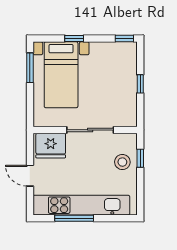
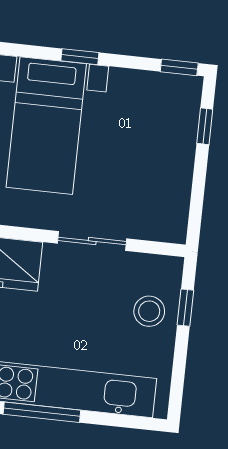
window: (140, 84) -> (205, 126), moved
sliding door: (90, 130) -> (92, 241), width x0.73

